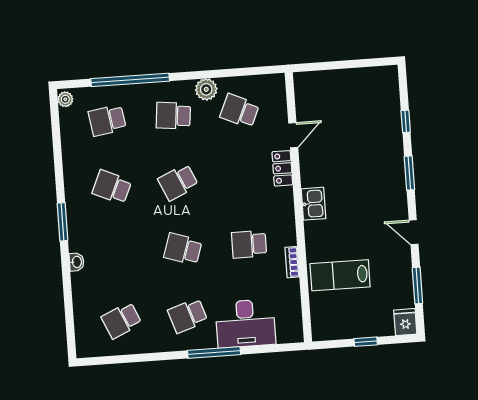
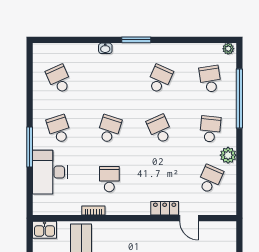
kitchen sink: (313, 204) -> (45, 230), moved

